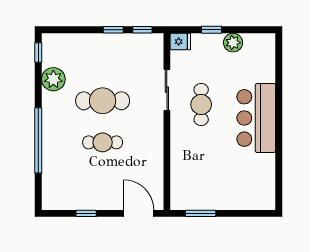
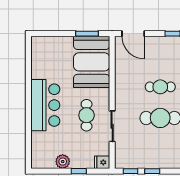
booth: (194, 176) -> (92, 62), added

